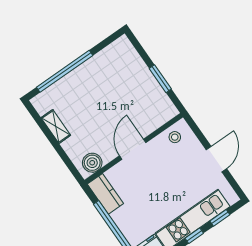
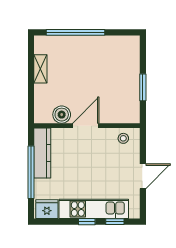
boiler: (92, 163) -> (62, 115), moved
kitchen counter: (105, 194) -> (42, 153), width x1.50

